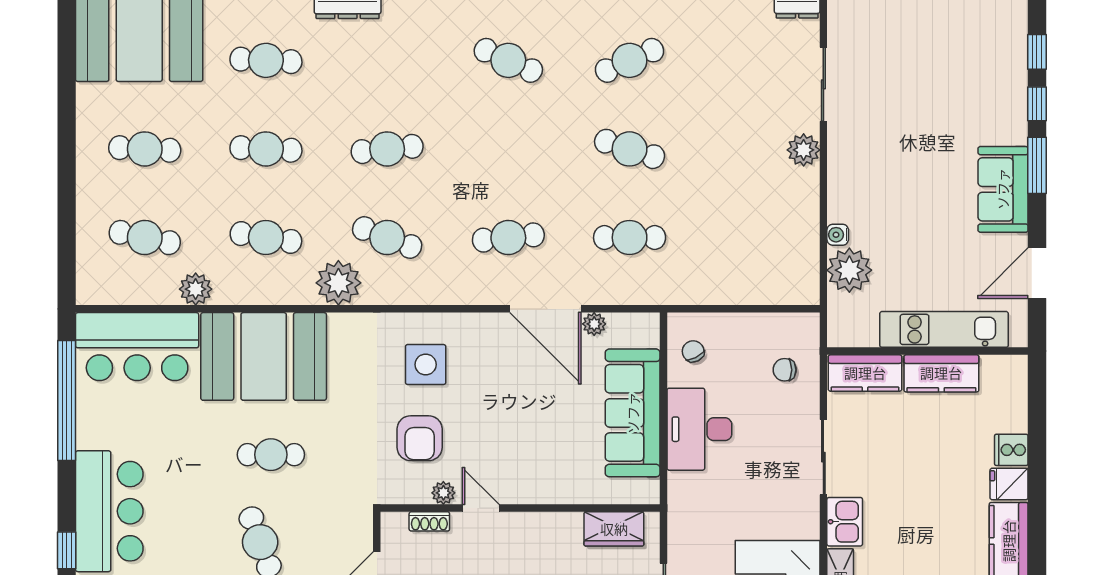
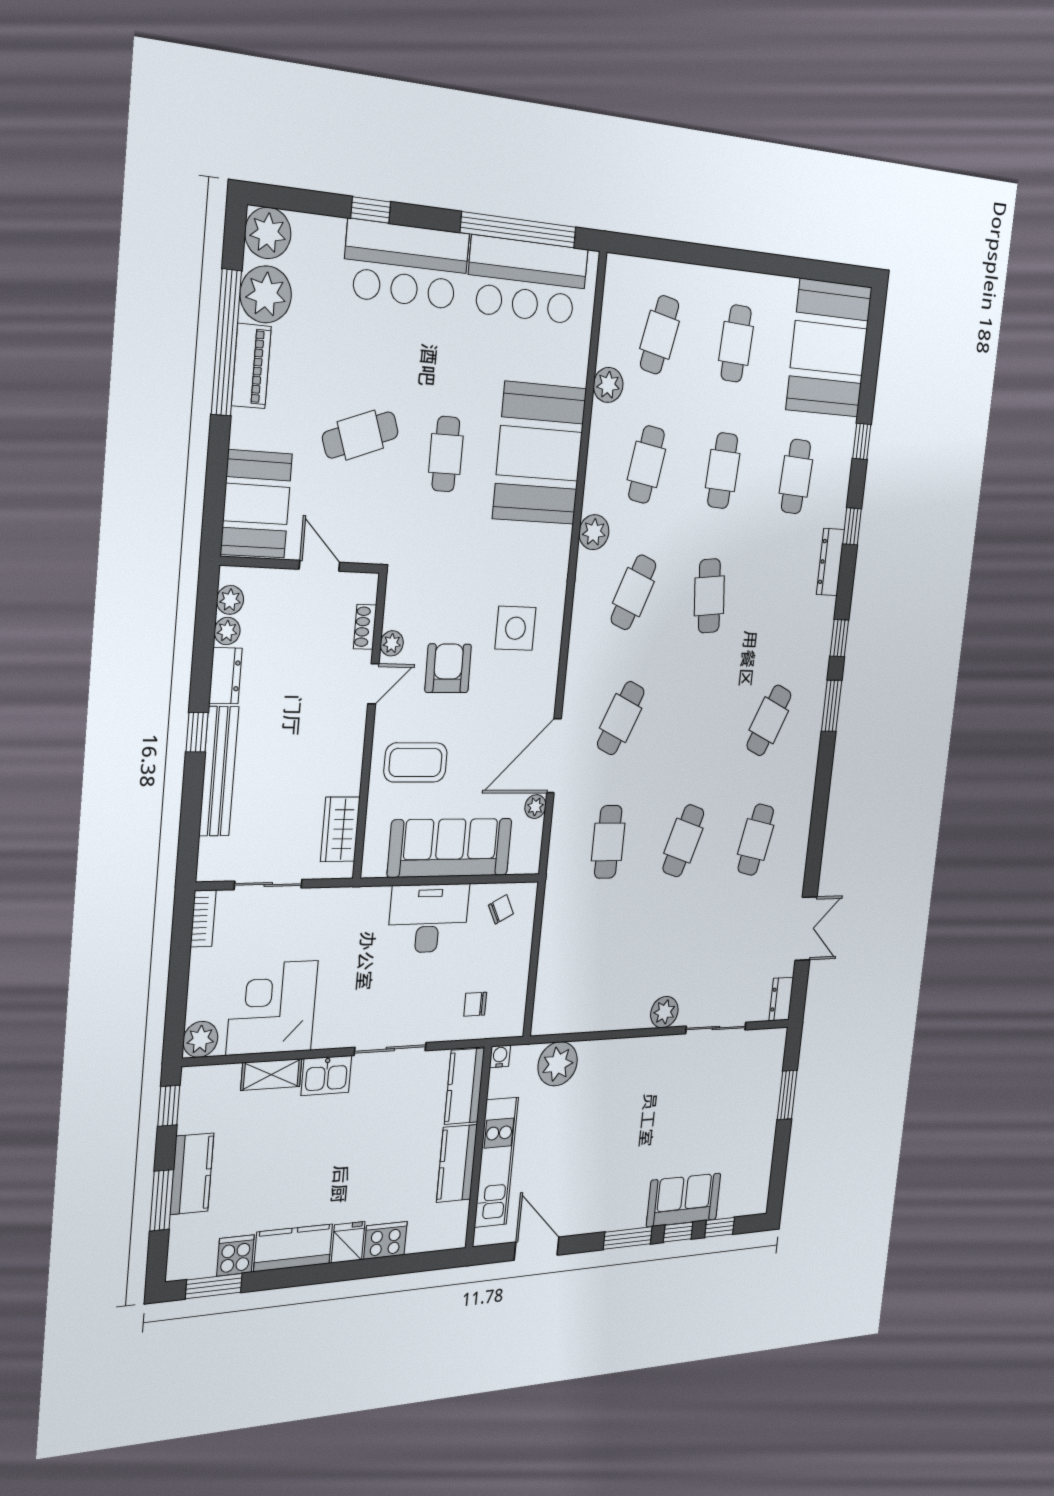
cafe table: (630, 60) -> (756, 840), turned 36
sofa: (1003, 189) -> (684, 1200), moved
water cooler: (838, 235) -> (500, 1056), moved
cafe table: (508, 238) -> (621, 718), turned 30
plant: (338, 283) -> (594, 532), width x0.73, depth x0.73
bar counter: (137, 347) -> (527, 280), moved, turned -90
chair: (785, 370) -> (475, 1004), turned -90
armchair: (420, 438) -> (448, 668), moved, turned 89
cooker: (1011, 450) -> (385, 1240), width x1.36
coffee table: (552, 458) -> (416, 762), added

